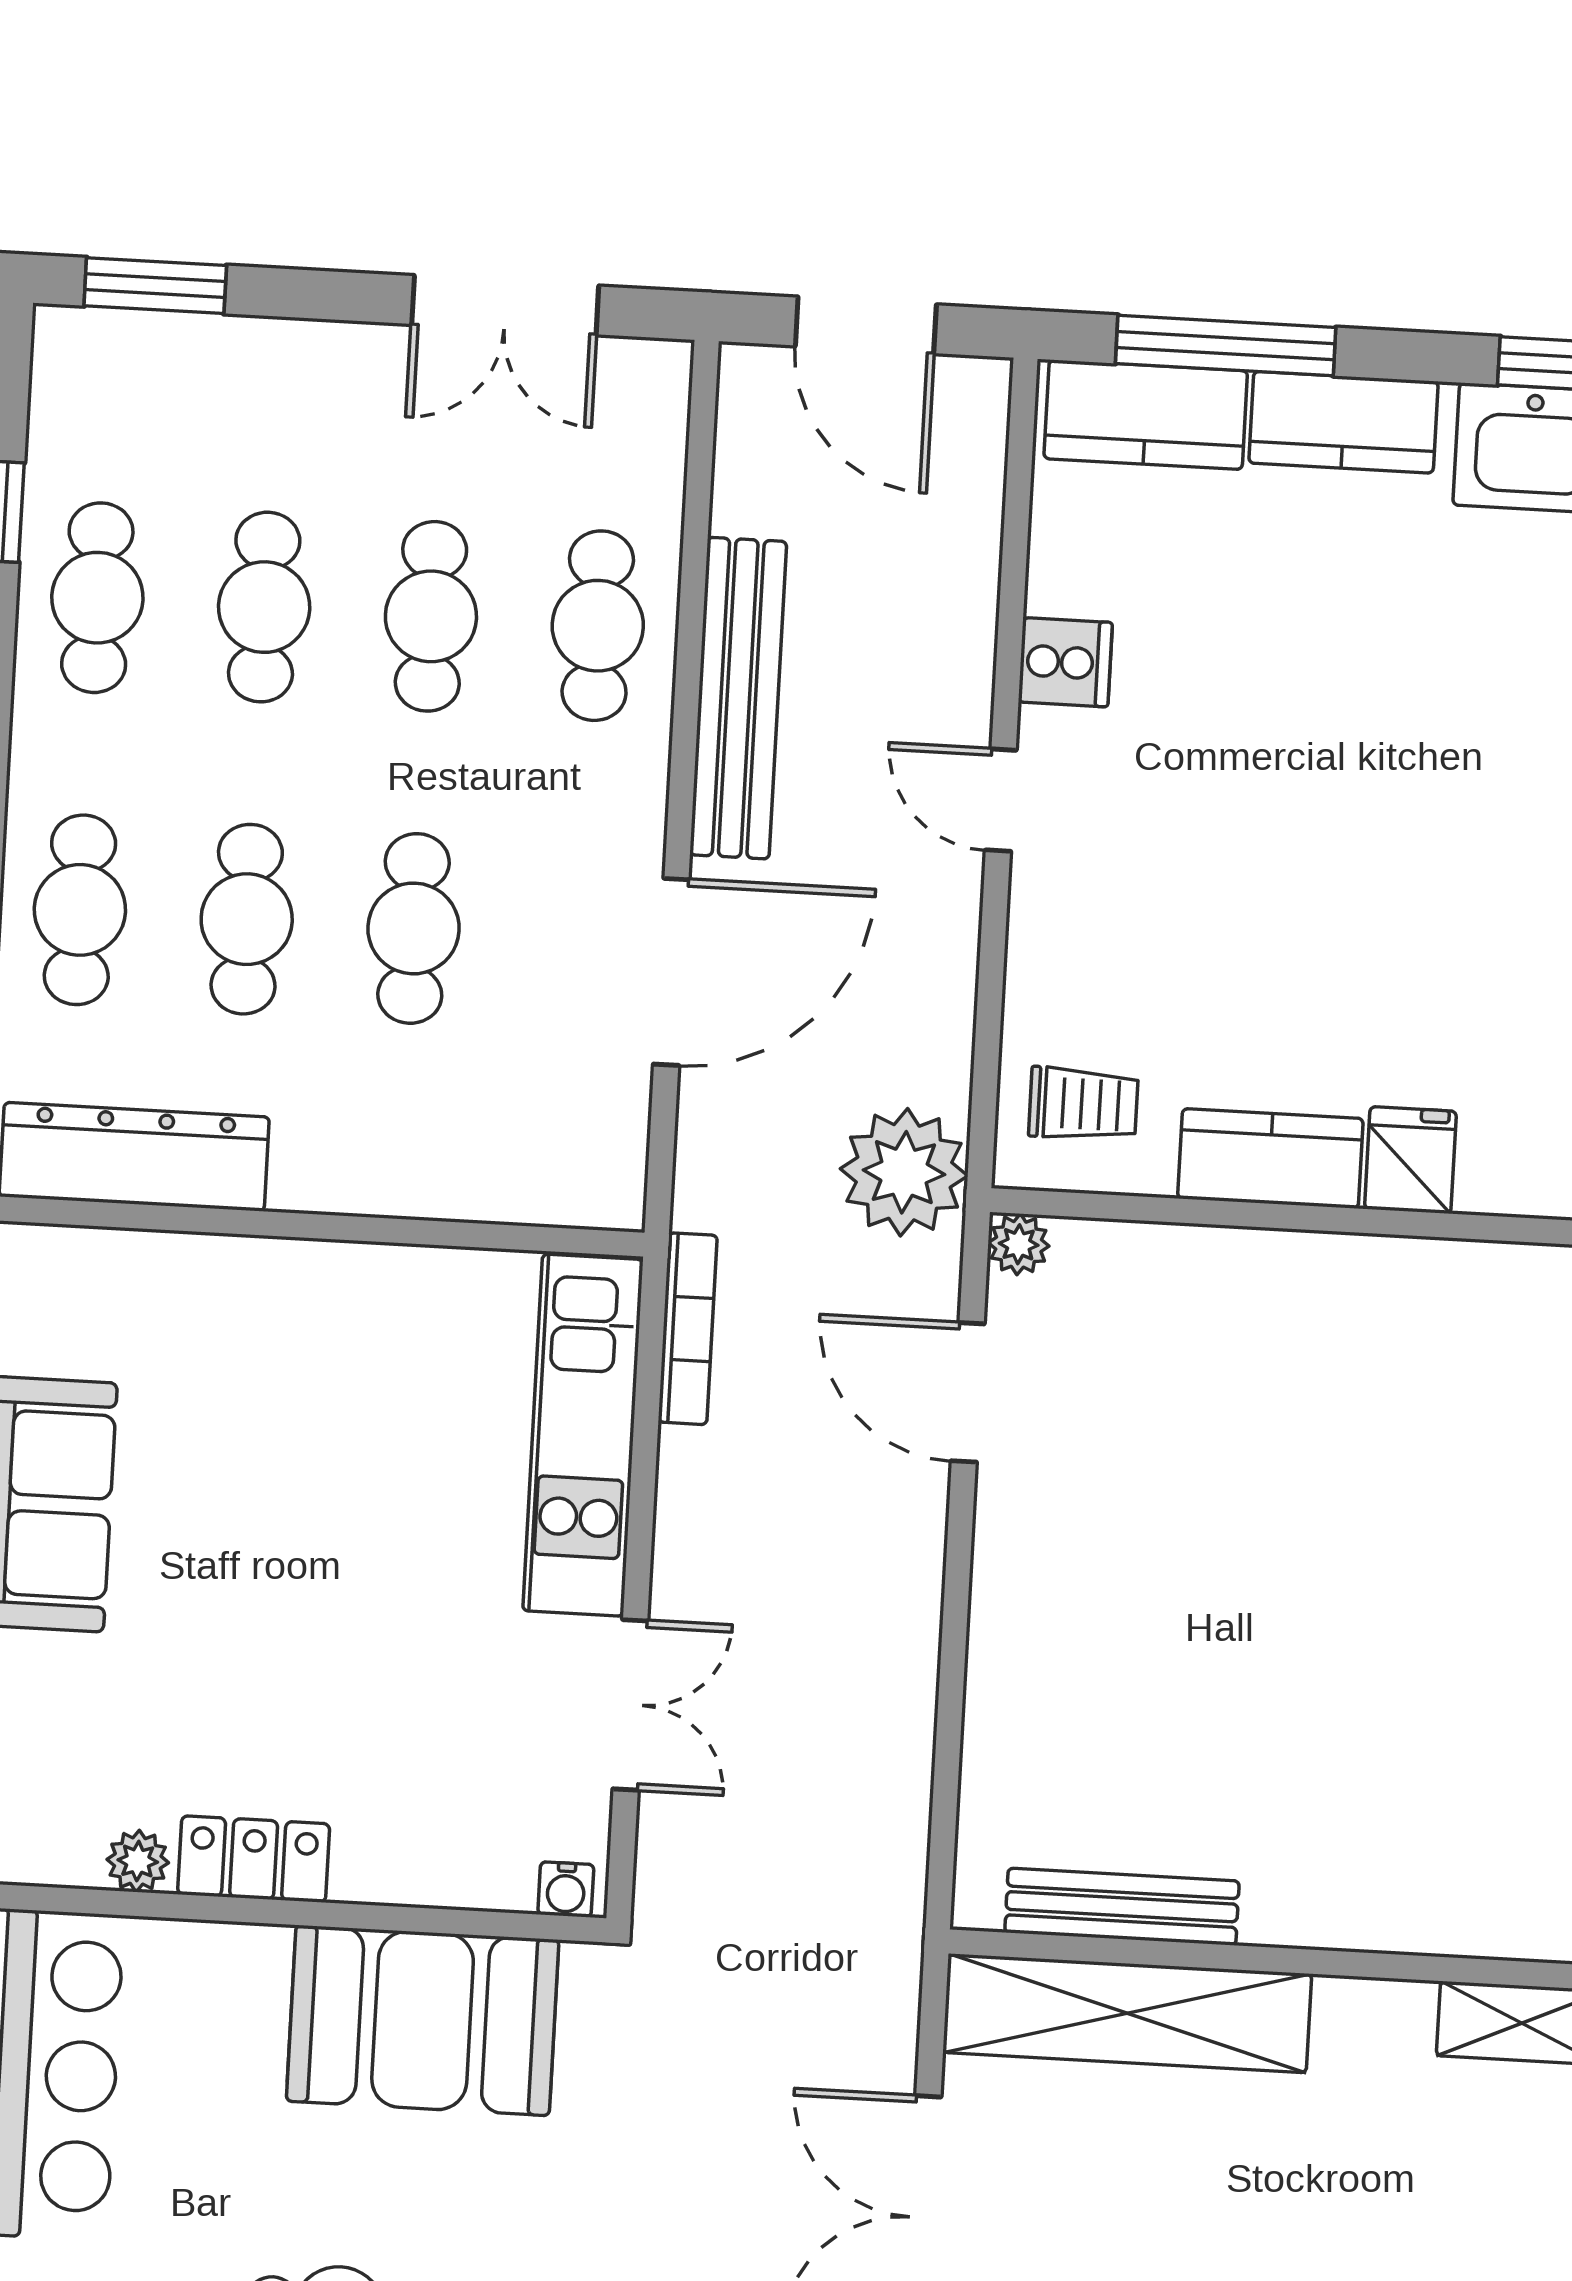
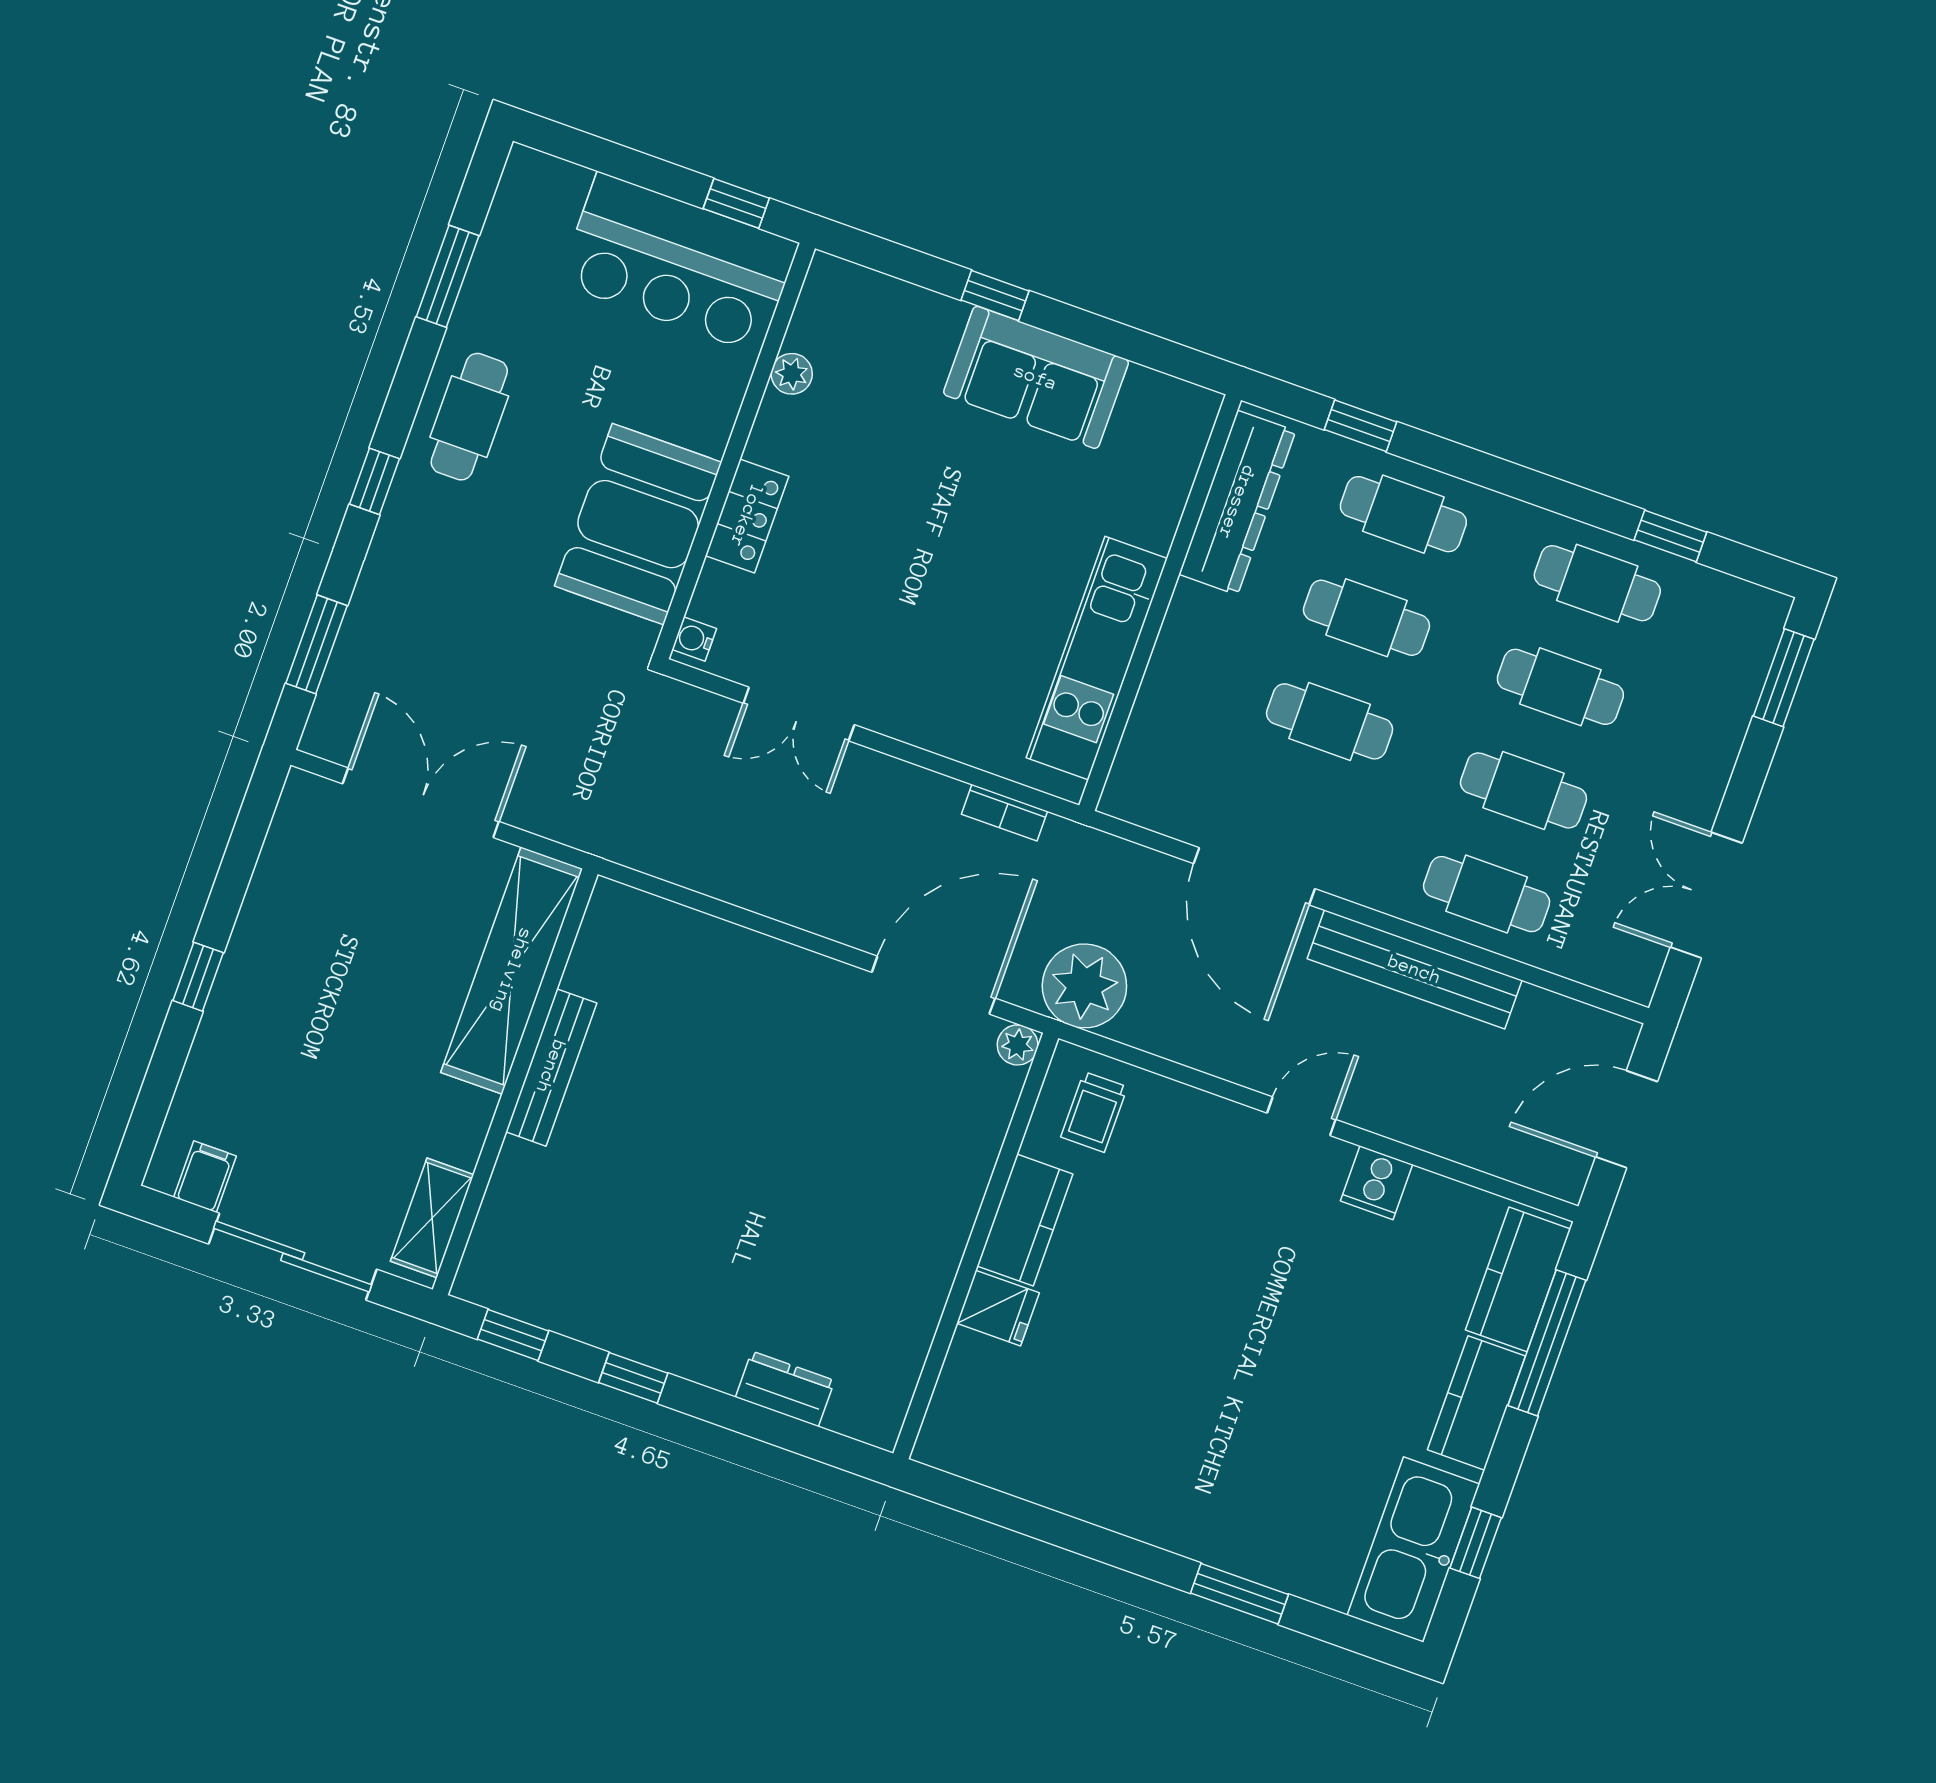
bookcase: (688, 1329) -> (1005, 813), width x0.64
door: (968, 1392) -> (933, 985), width x1.36
kitchen unit: (583, 1435) -> (1097, 658), moved, turned -90
locker: (254, 1859) -> (747, 516), moved
bench: (1122, 1907) -> (551, 1067), moved

